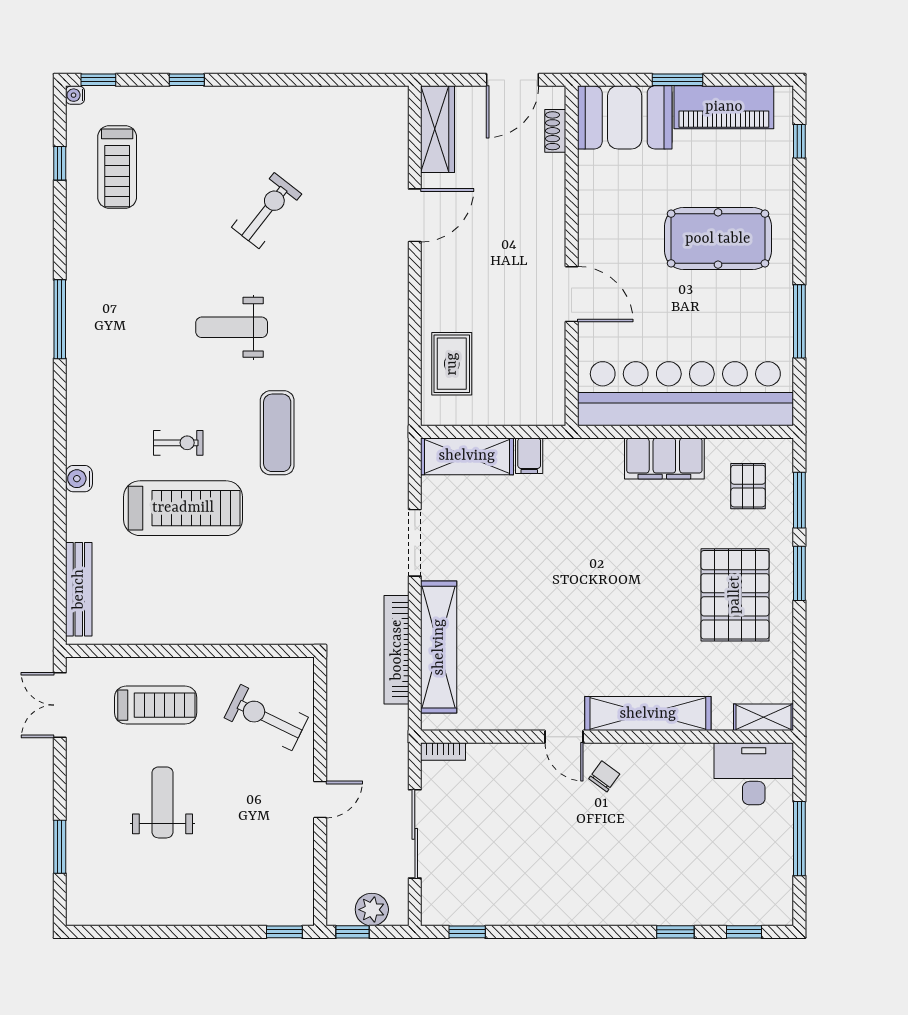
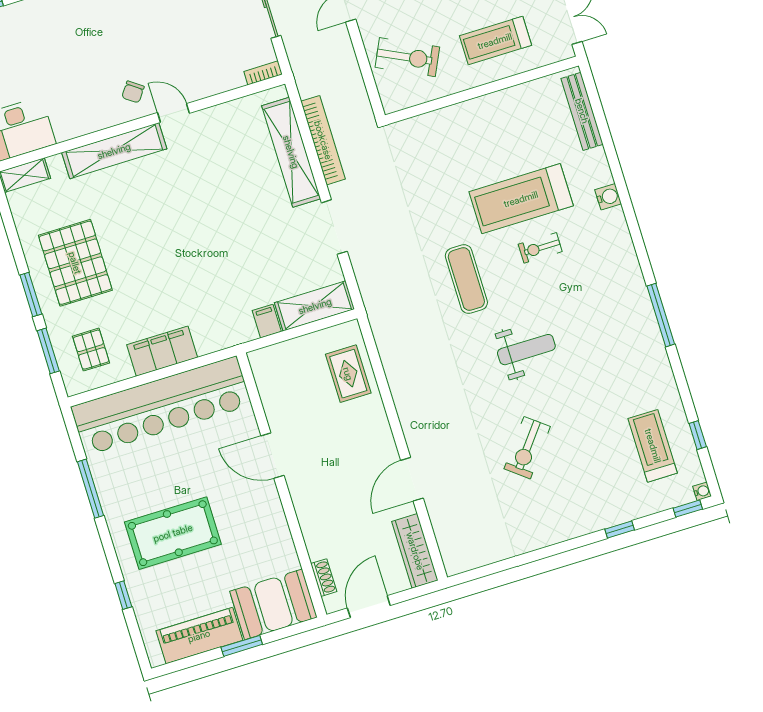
window: (799, 141) -> (123, 595), moved

